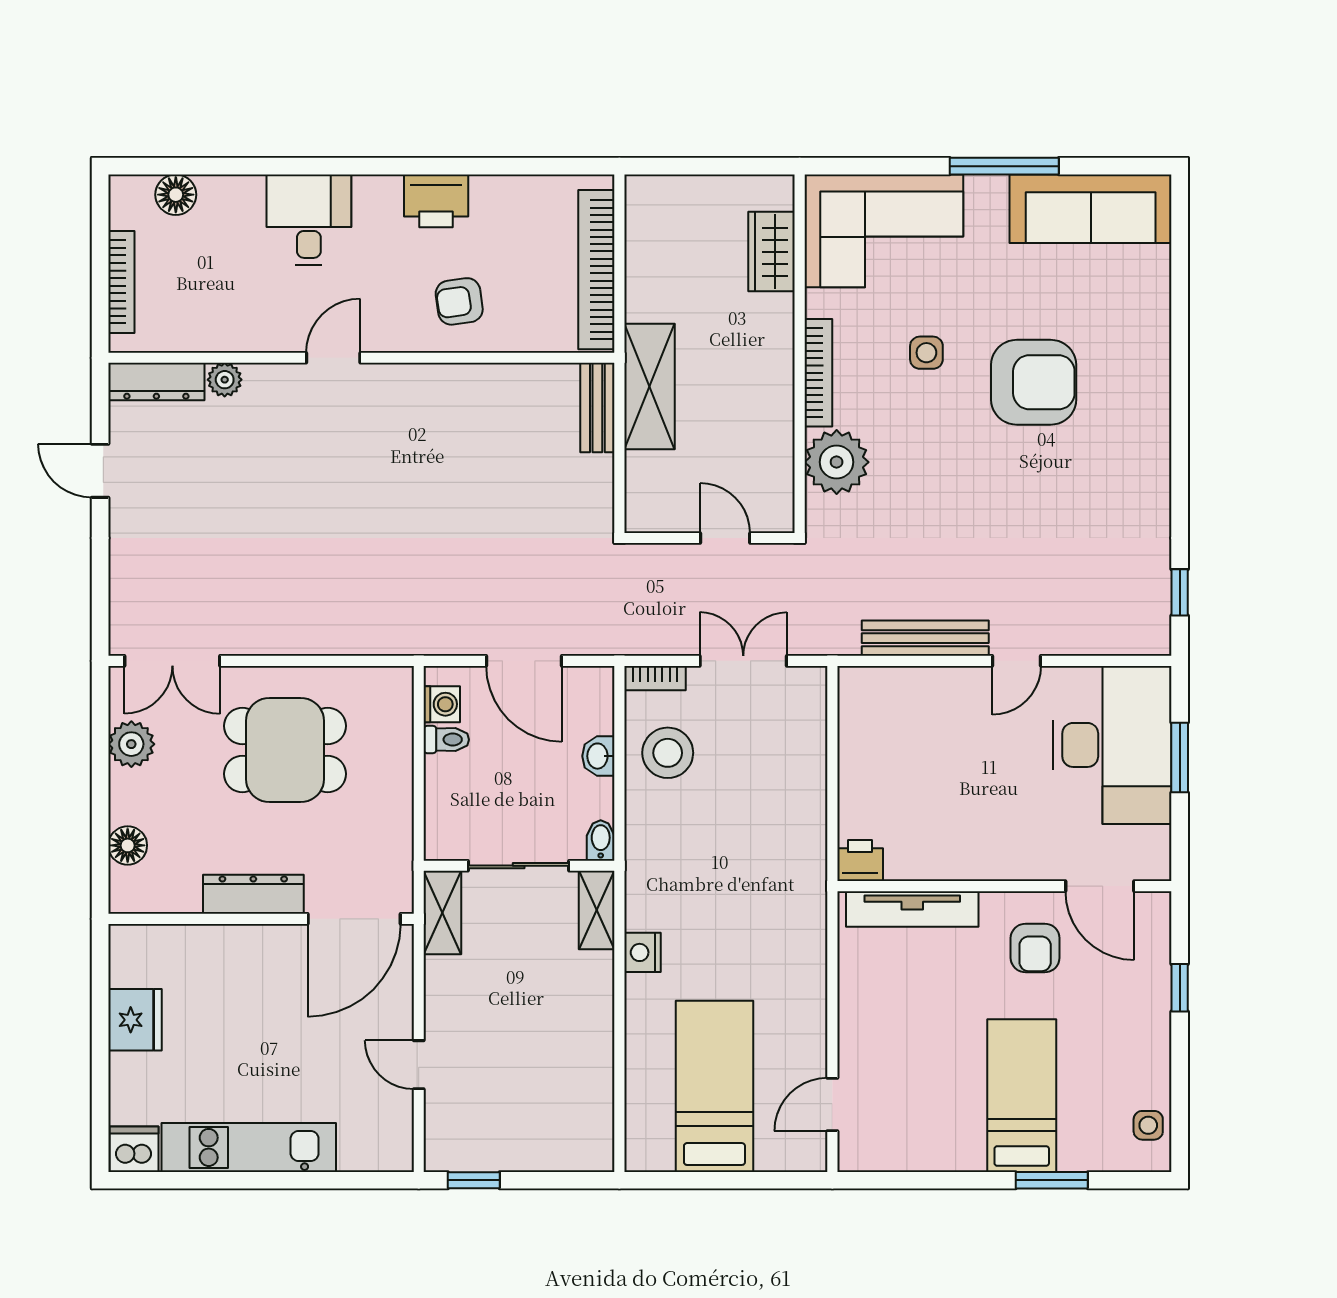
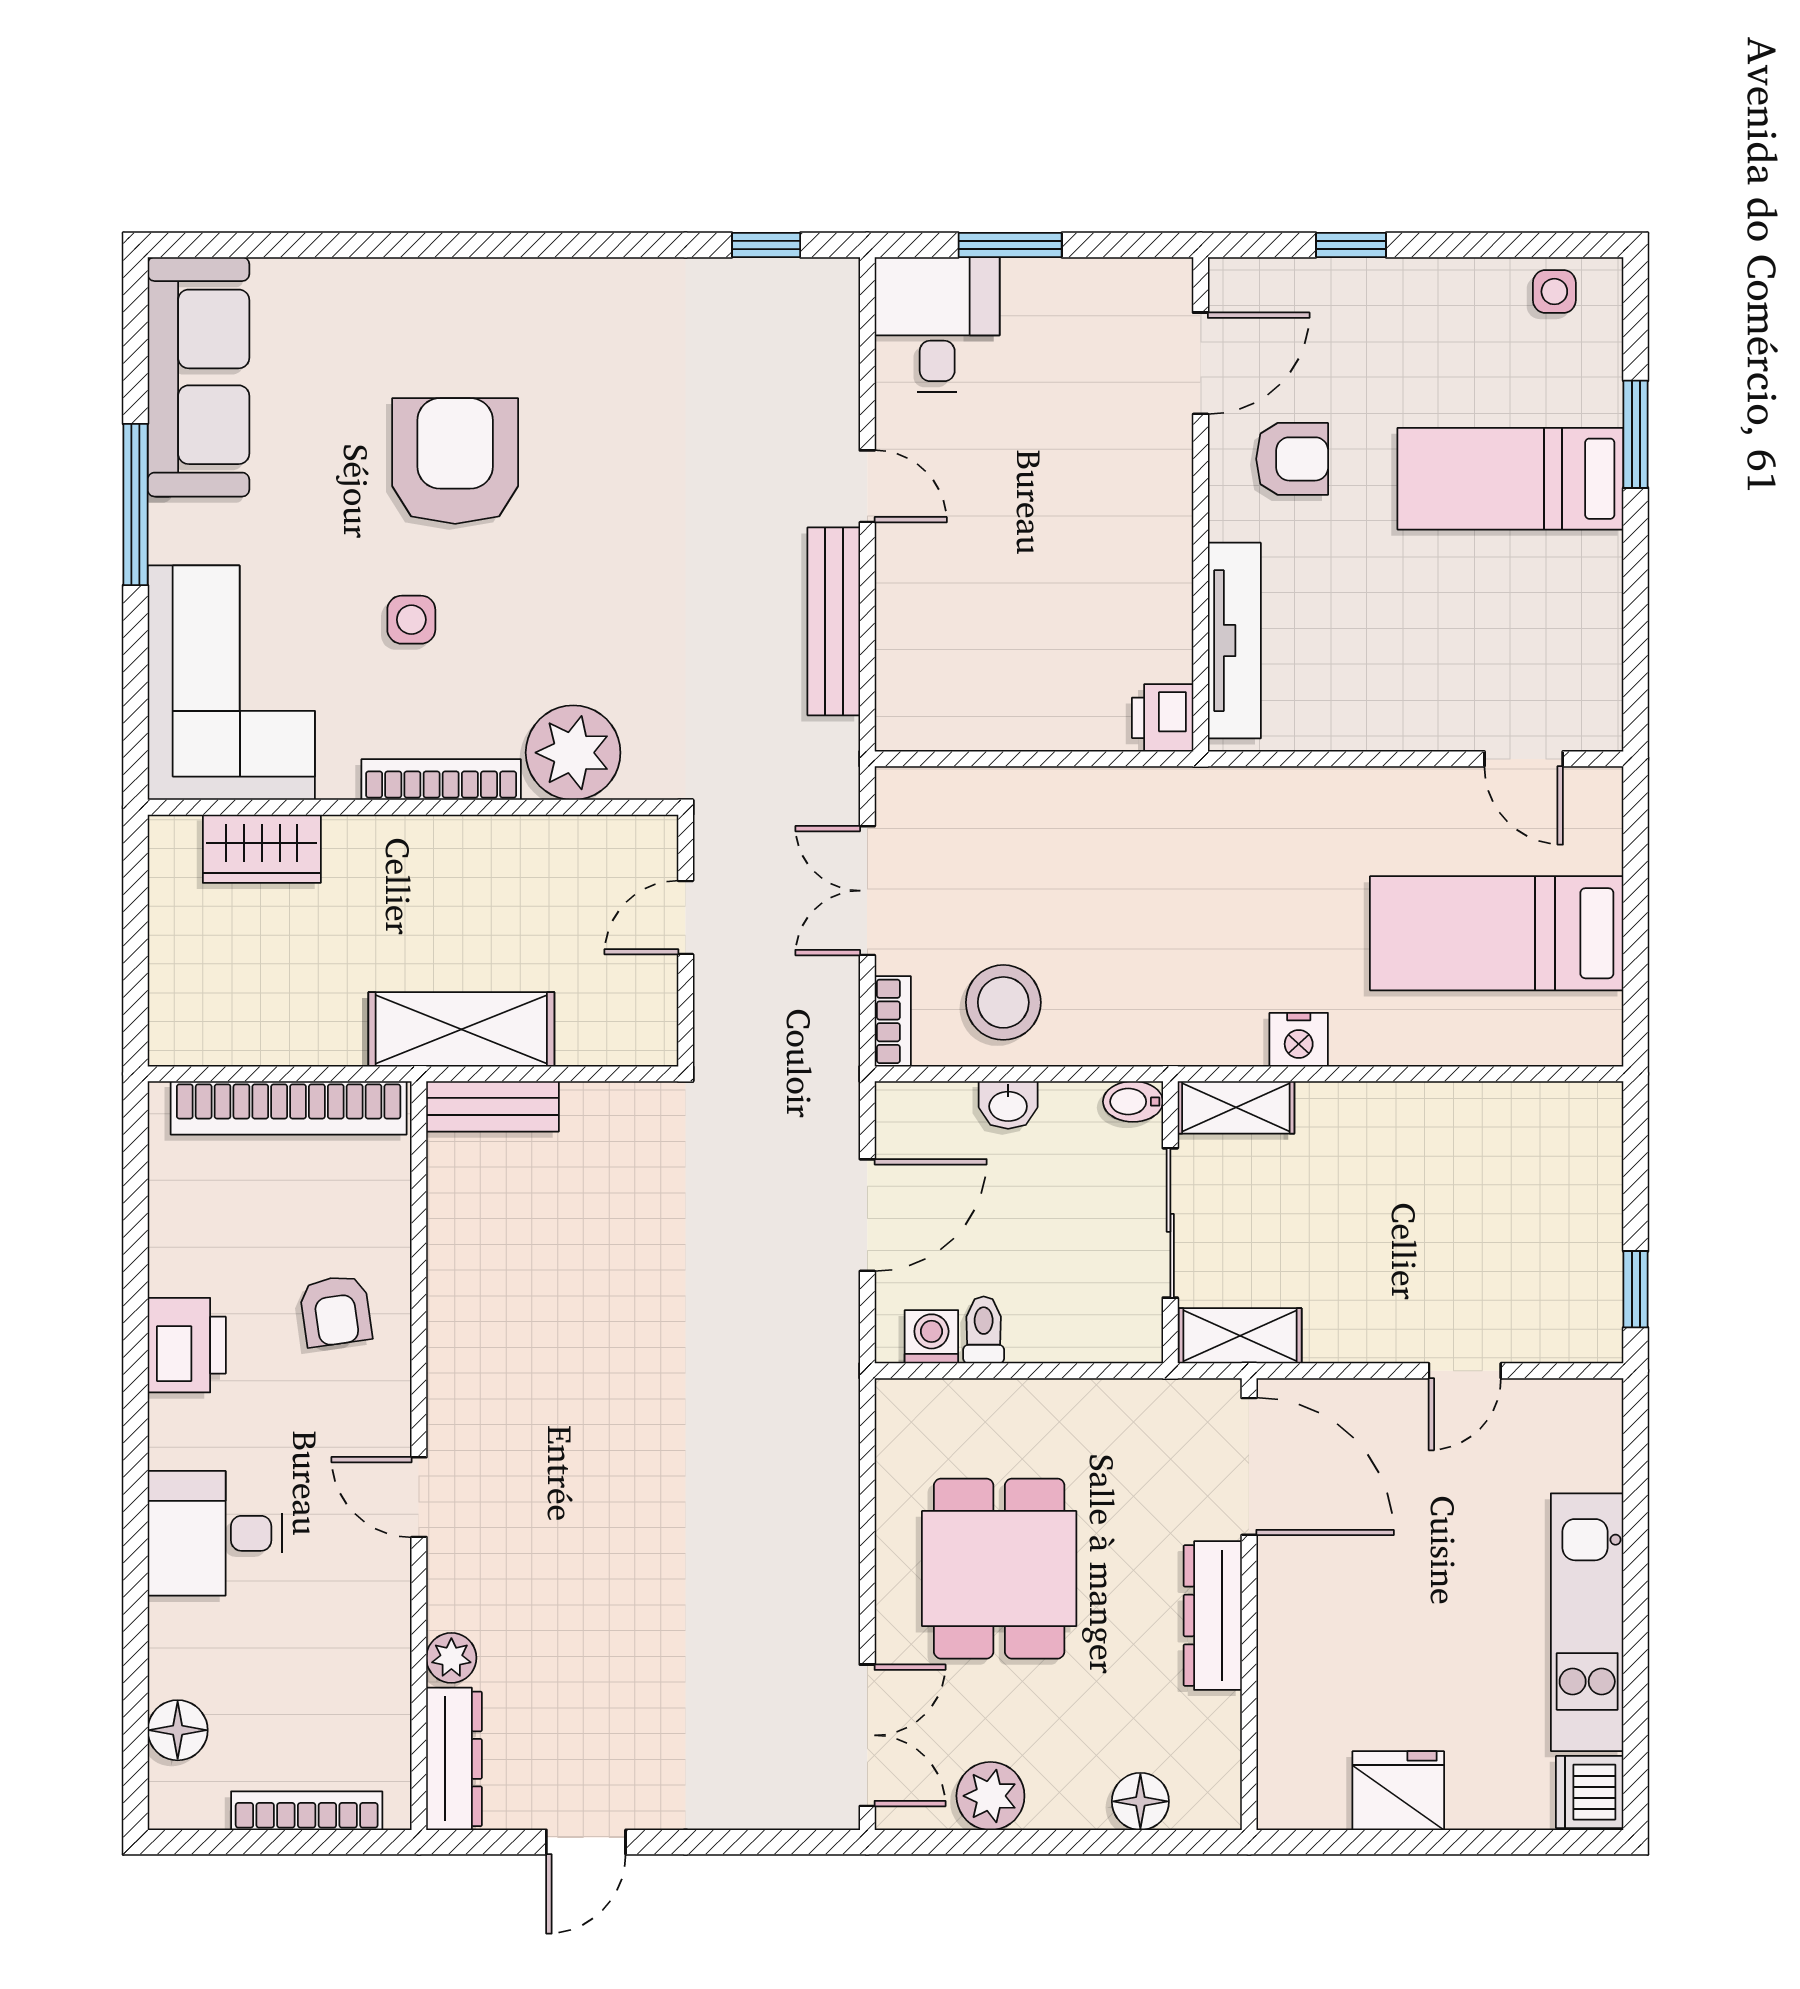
desk: (1112, 745) -> (937, 325), width x0.53, depth x0.77

